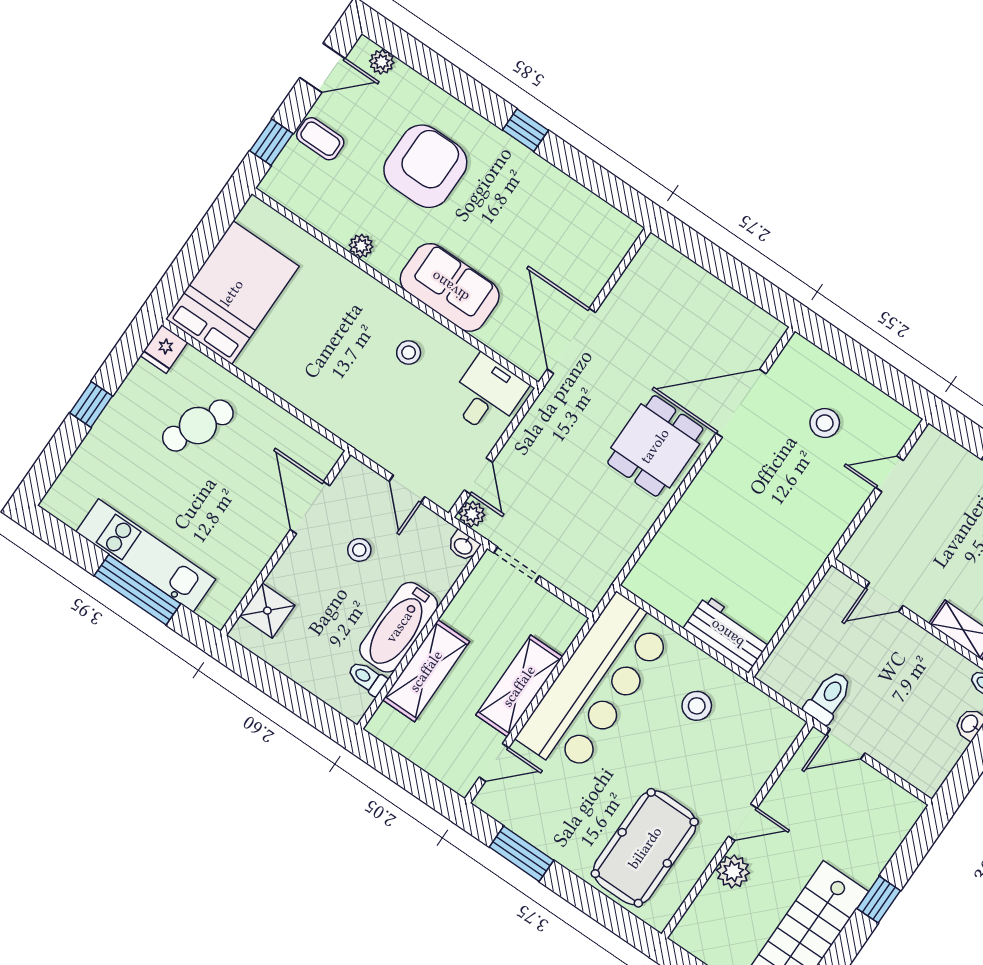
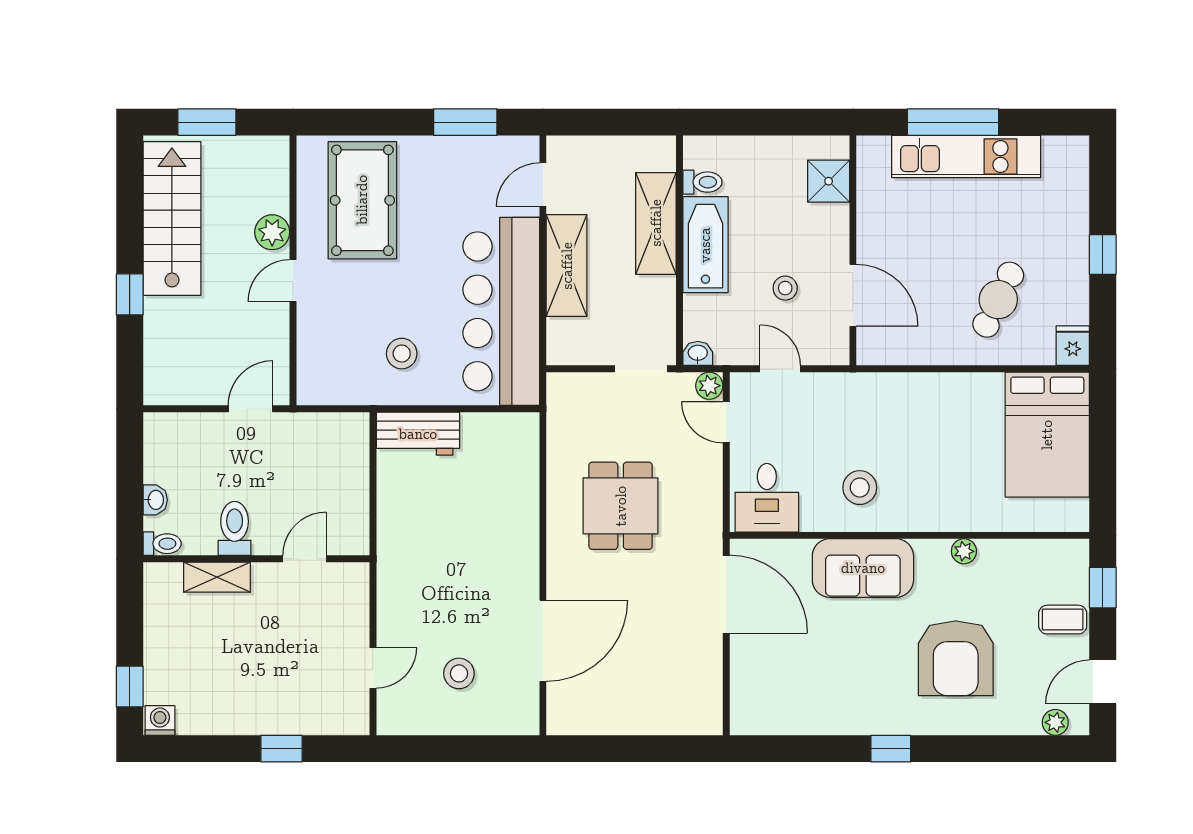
stool: (409, 352) -> (860, 488), width x1.37, depth x1.37
dining table: (655, 446) -> (621, 506), moved
toilet: (828, 697) -> (235, 528), moved, turned 180

